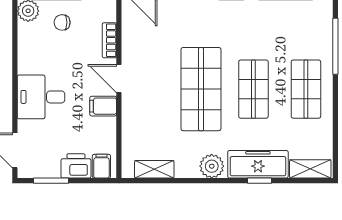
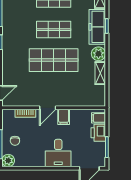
shelving: (154, 169) -> (100, 73), moved

